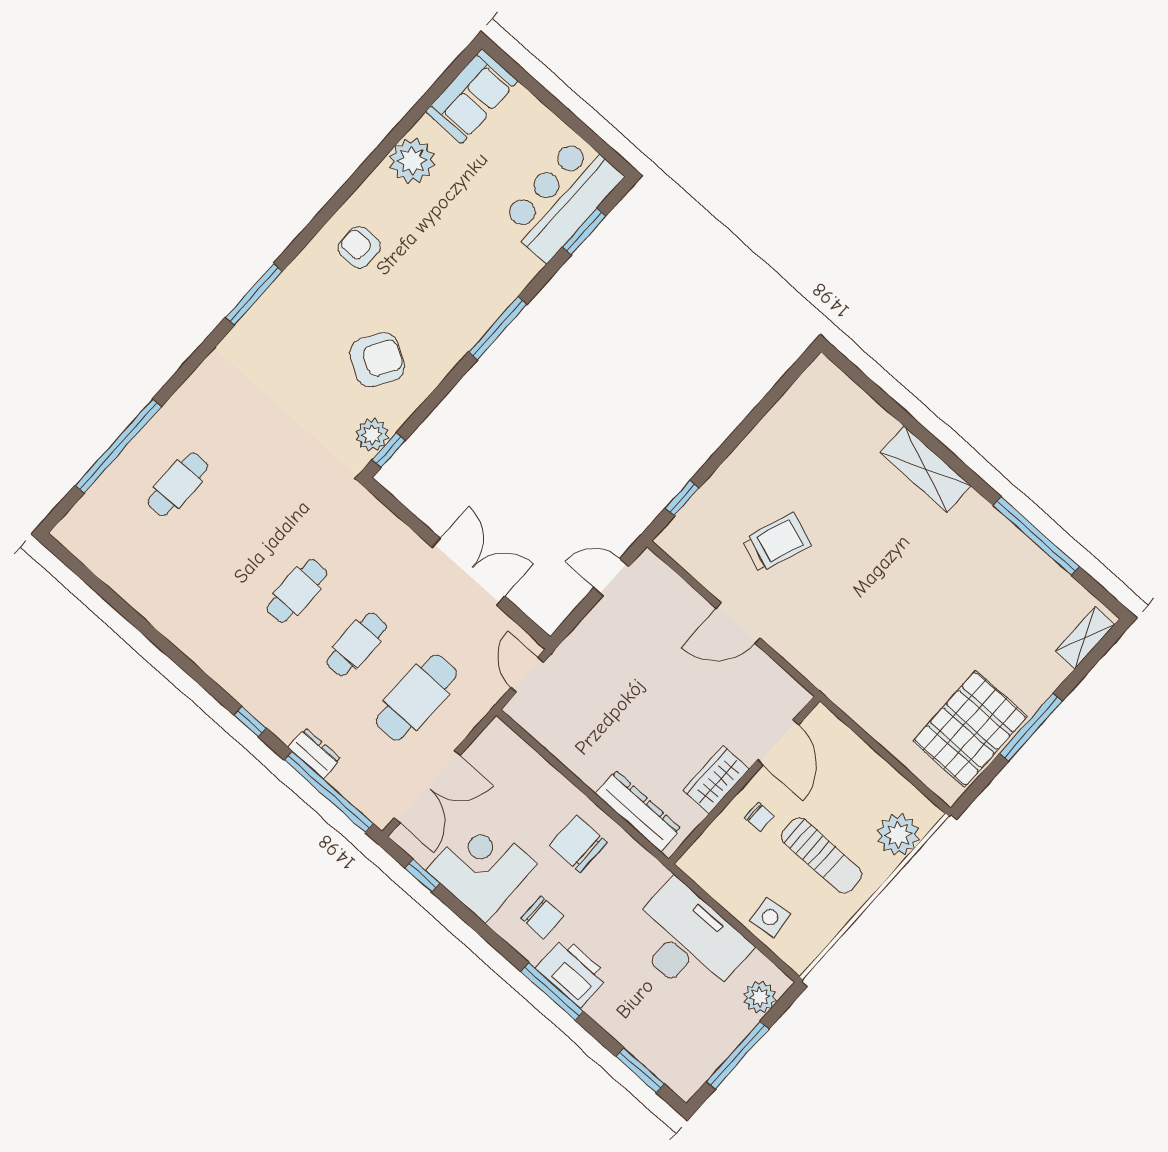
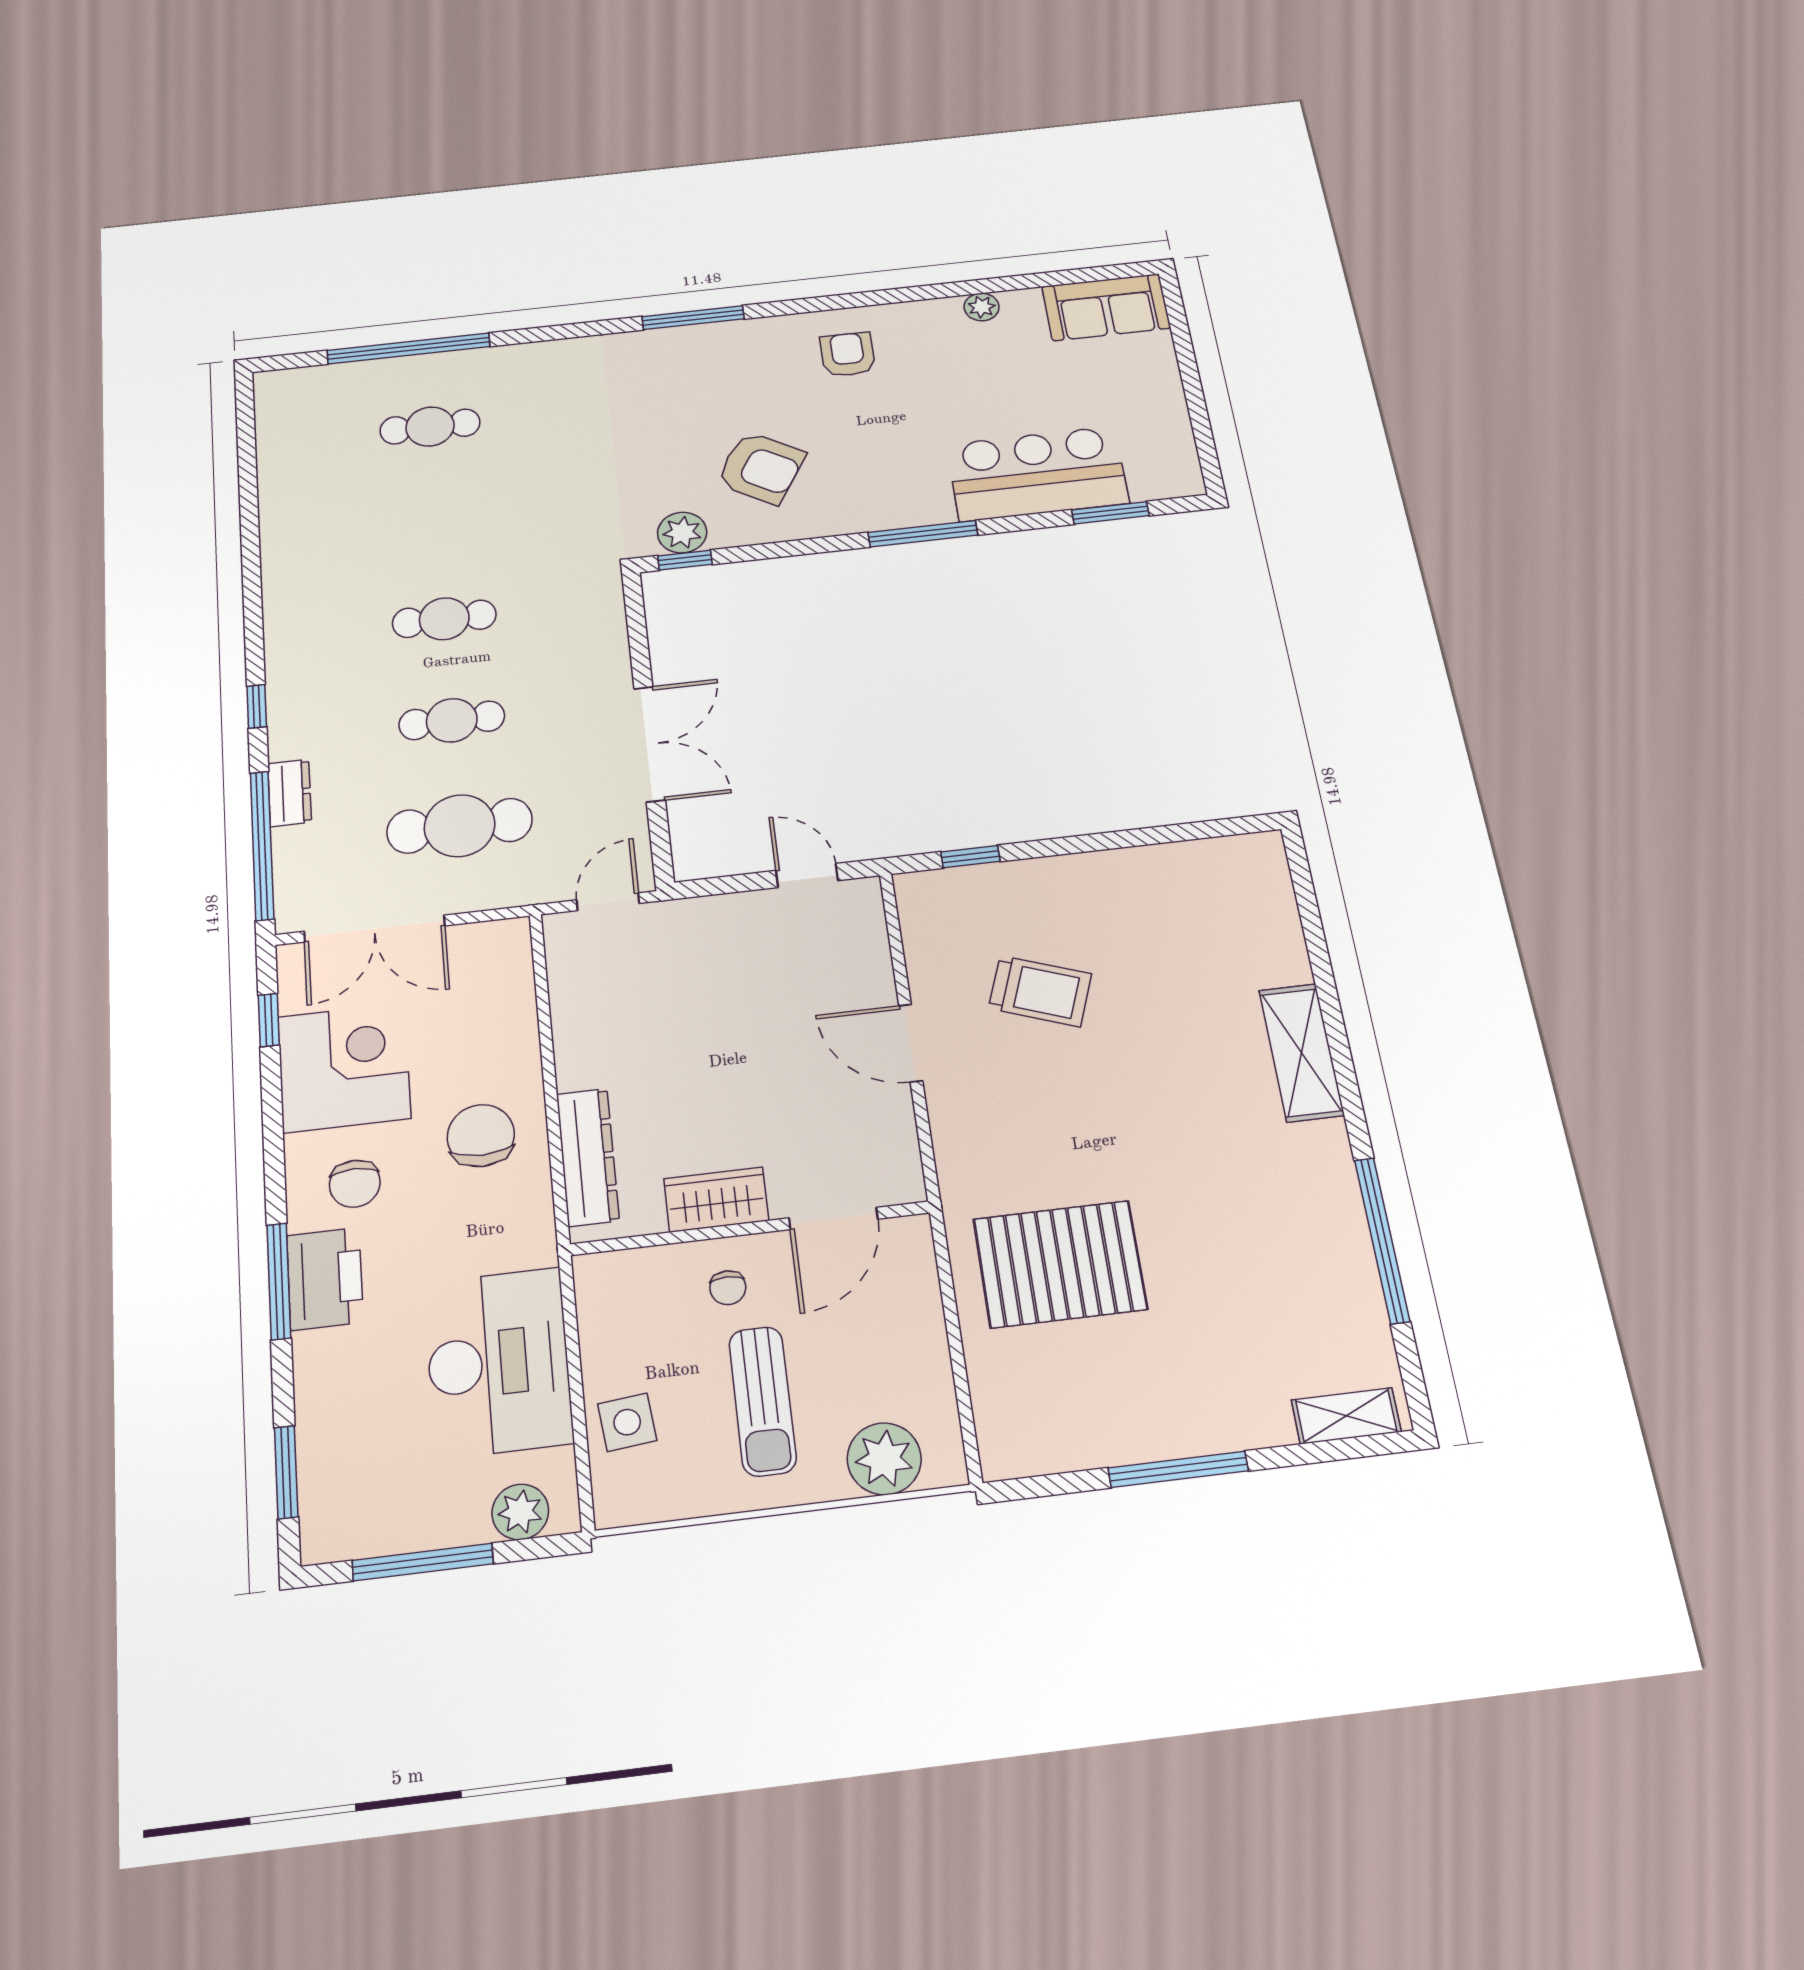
plant: (412, 161) -> (982, 307), width x0.53, depth x0.53
bar counter: (562, 199) -> (1037, 474), moved
pallet: (970, 729) -> (1060, 1264), moved

